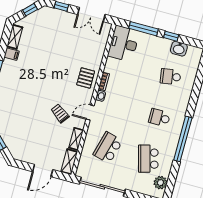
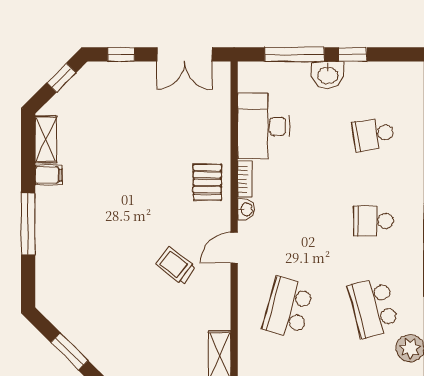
desk: (124, 44) -> (264, 126), moved
washbasin: (179, 49) -> (328, 75), moved
shelving: (76, 139) -> (221, 307), removed

